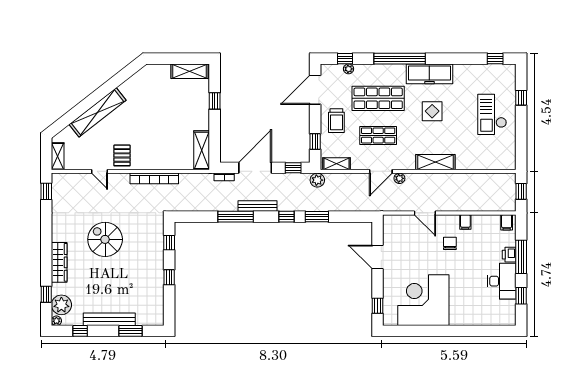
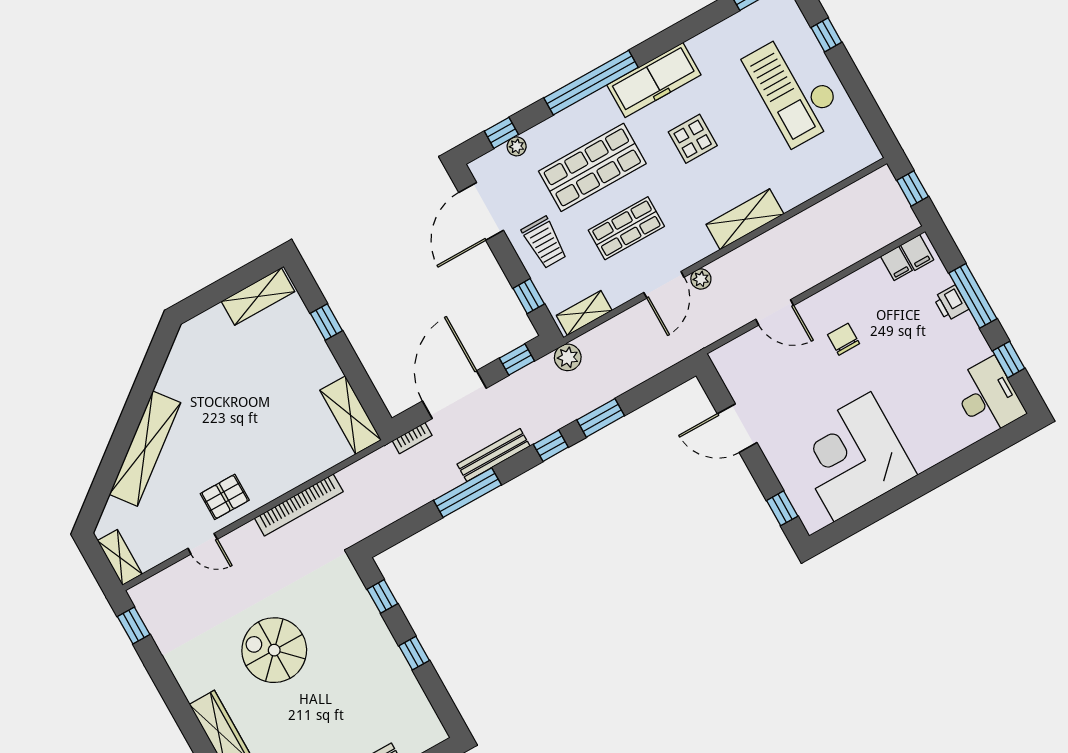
checkout: (492, 114) -> (794, 89), width x1.36, depth x1.21
pallet: (122, 155) -> (225, 497), turned 90
filing cabinet: (465, 222) -> (896, 263), moved
desk: (502, 281) -> (988, 397), moved

